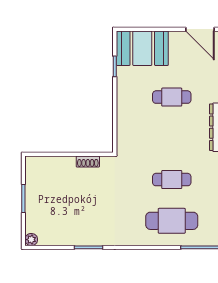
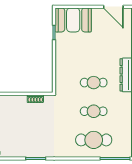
cafe table: (172, 97) -> (94, 83), moved

